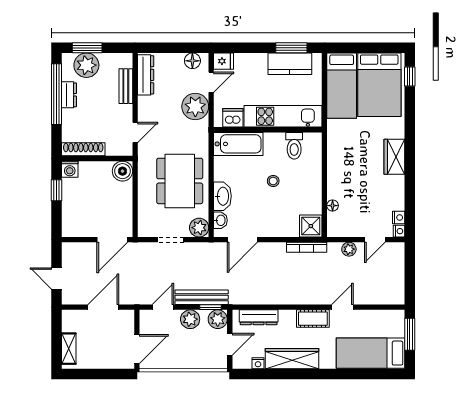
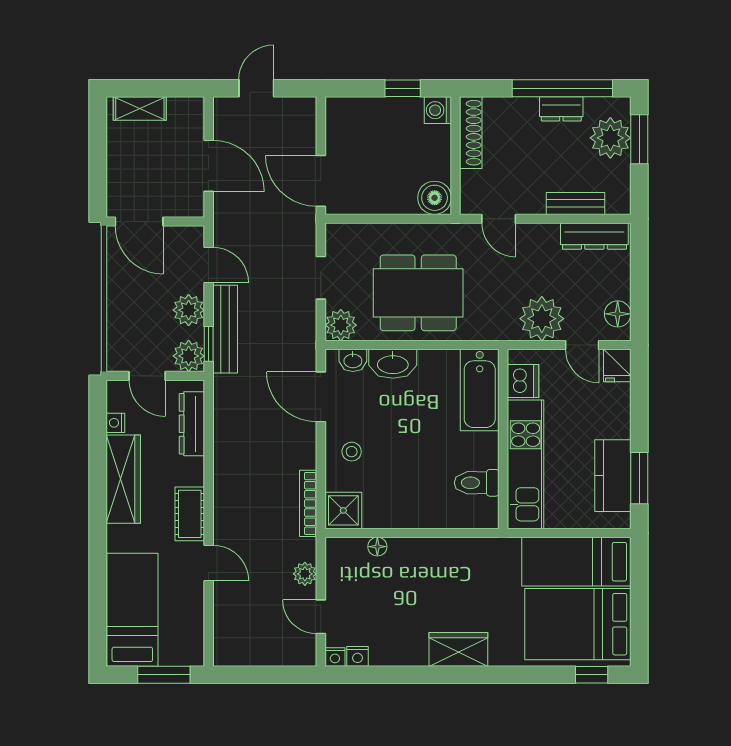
stool: (273, 181) -> (352, 452), moved

